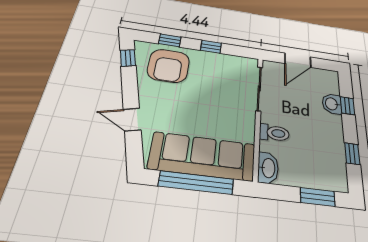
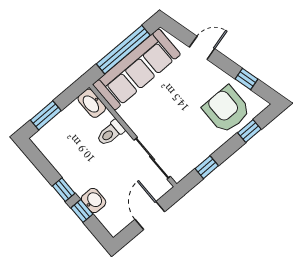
window: (211, 47) -> (207, 167), moved
window: (128, 58) -> (246, 79), moved
window: (352, 154) -> (64, 190), moved

